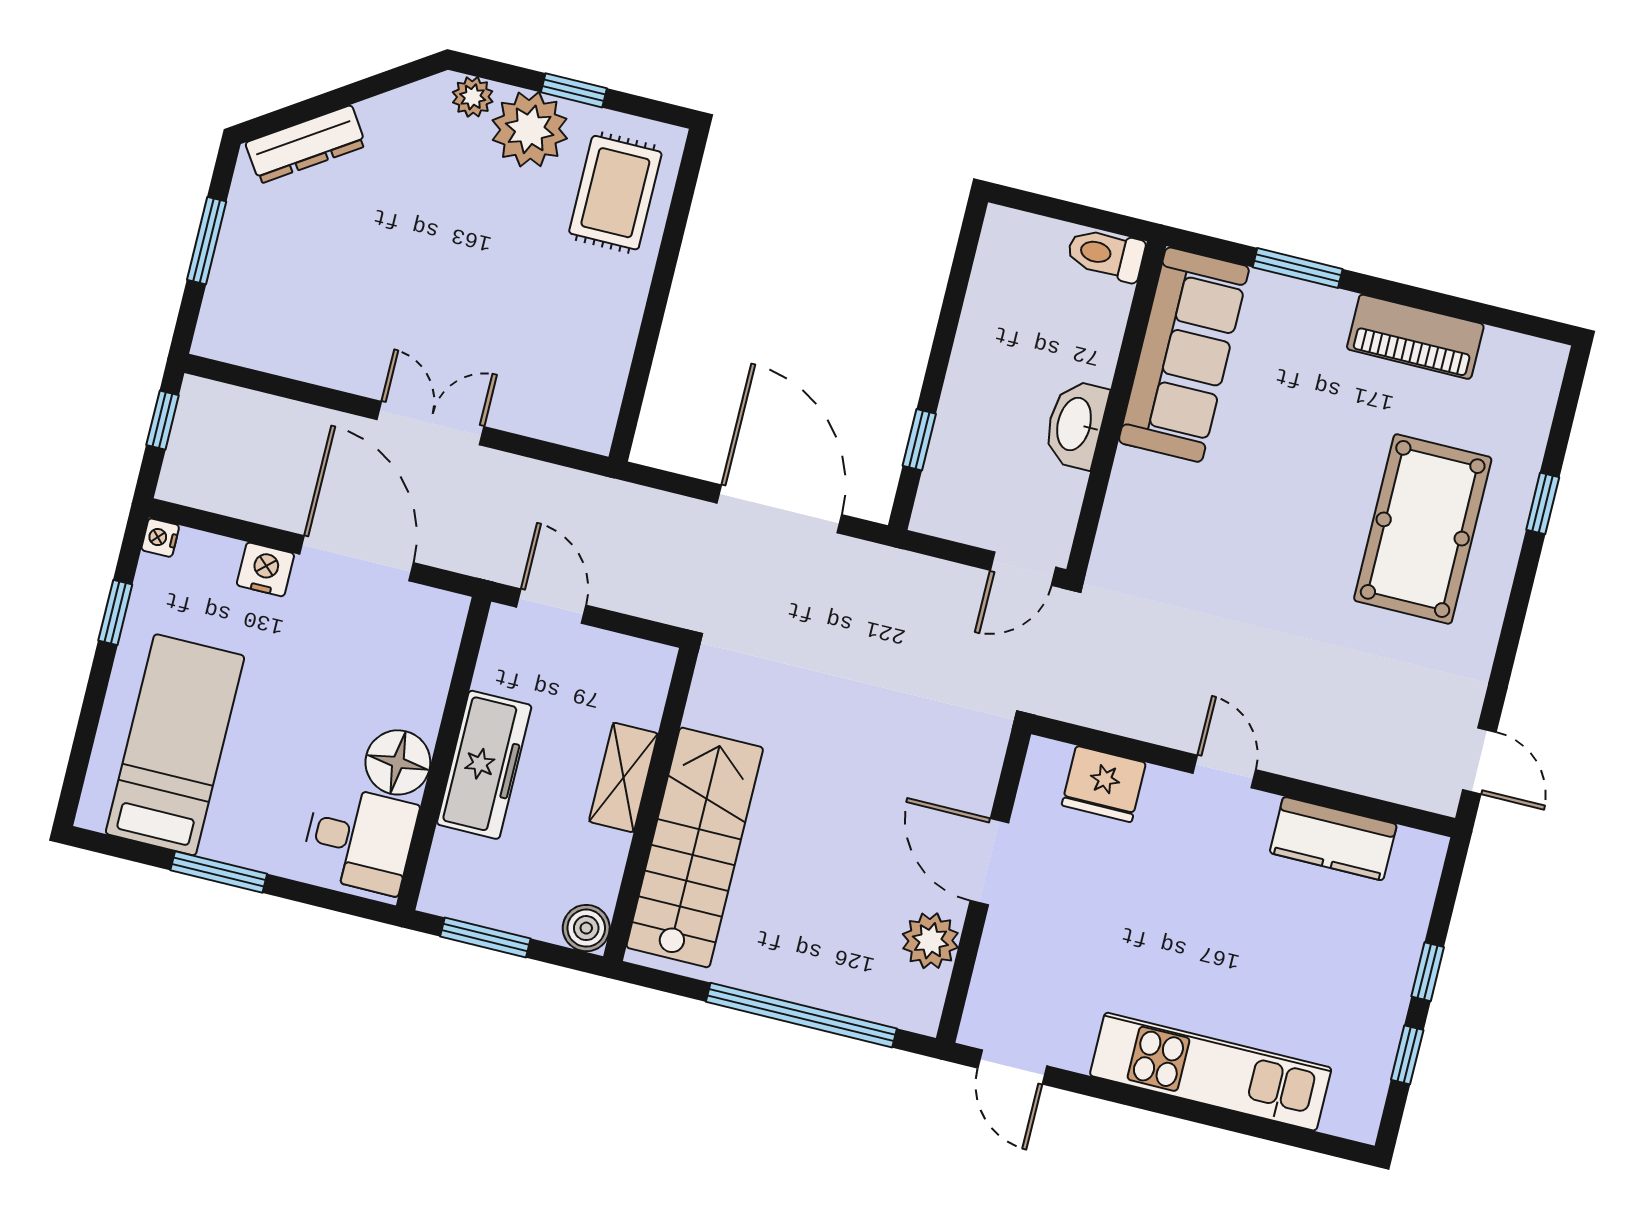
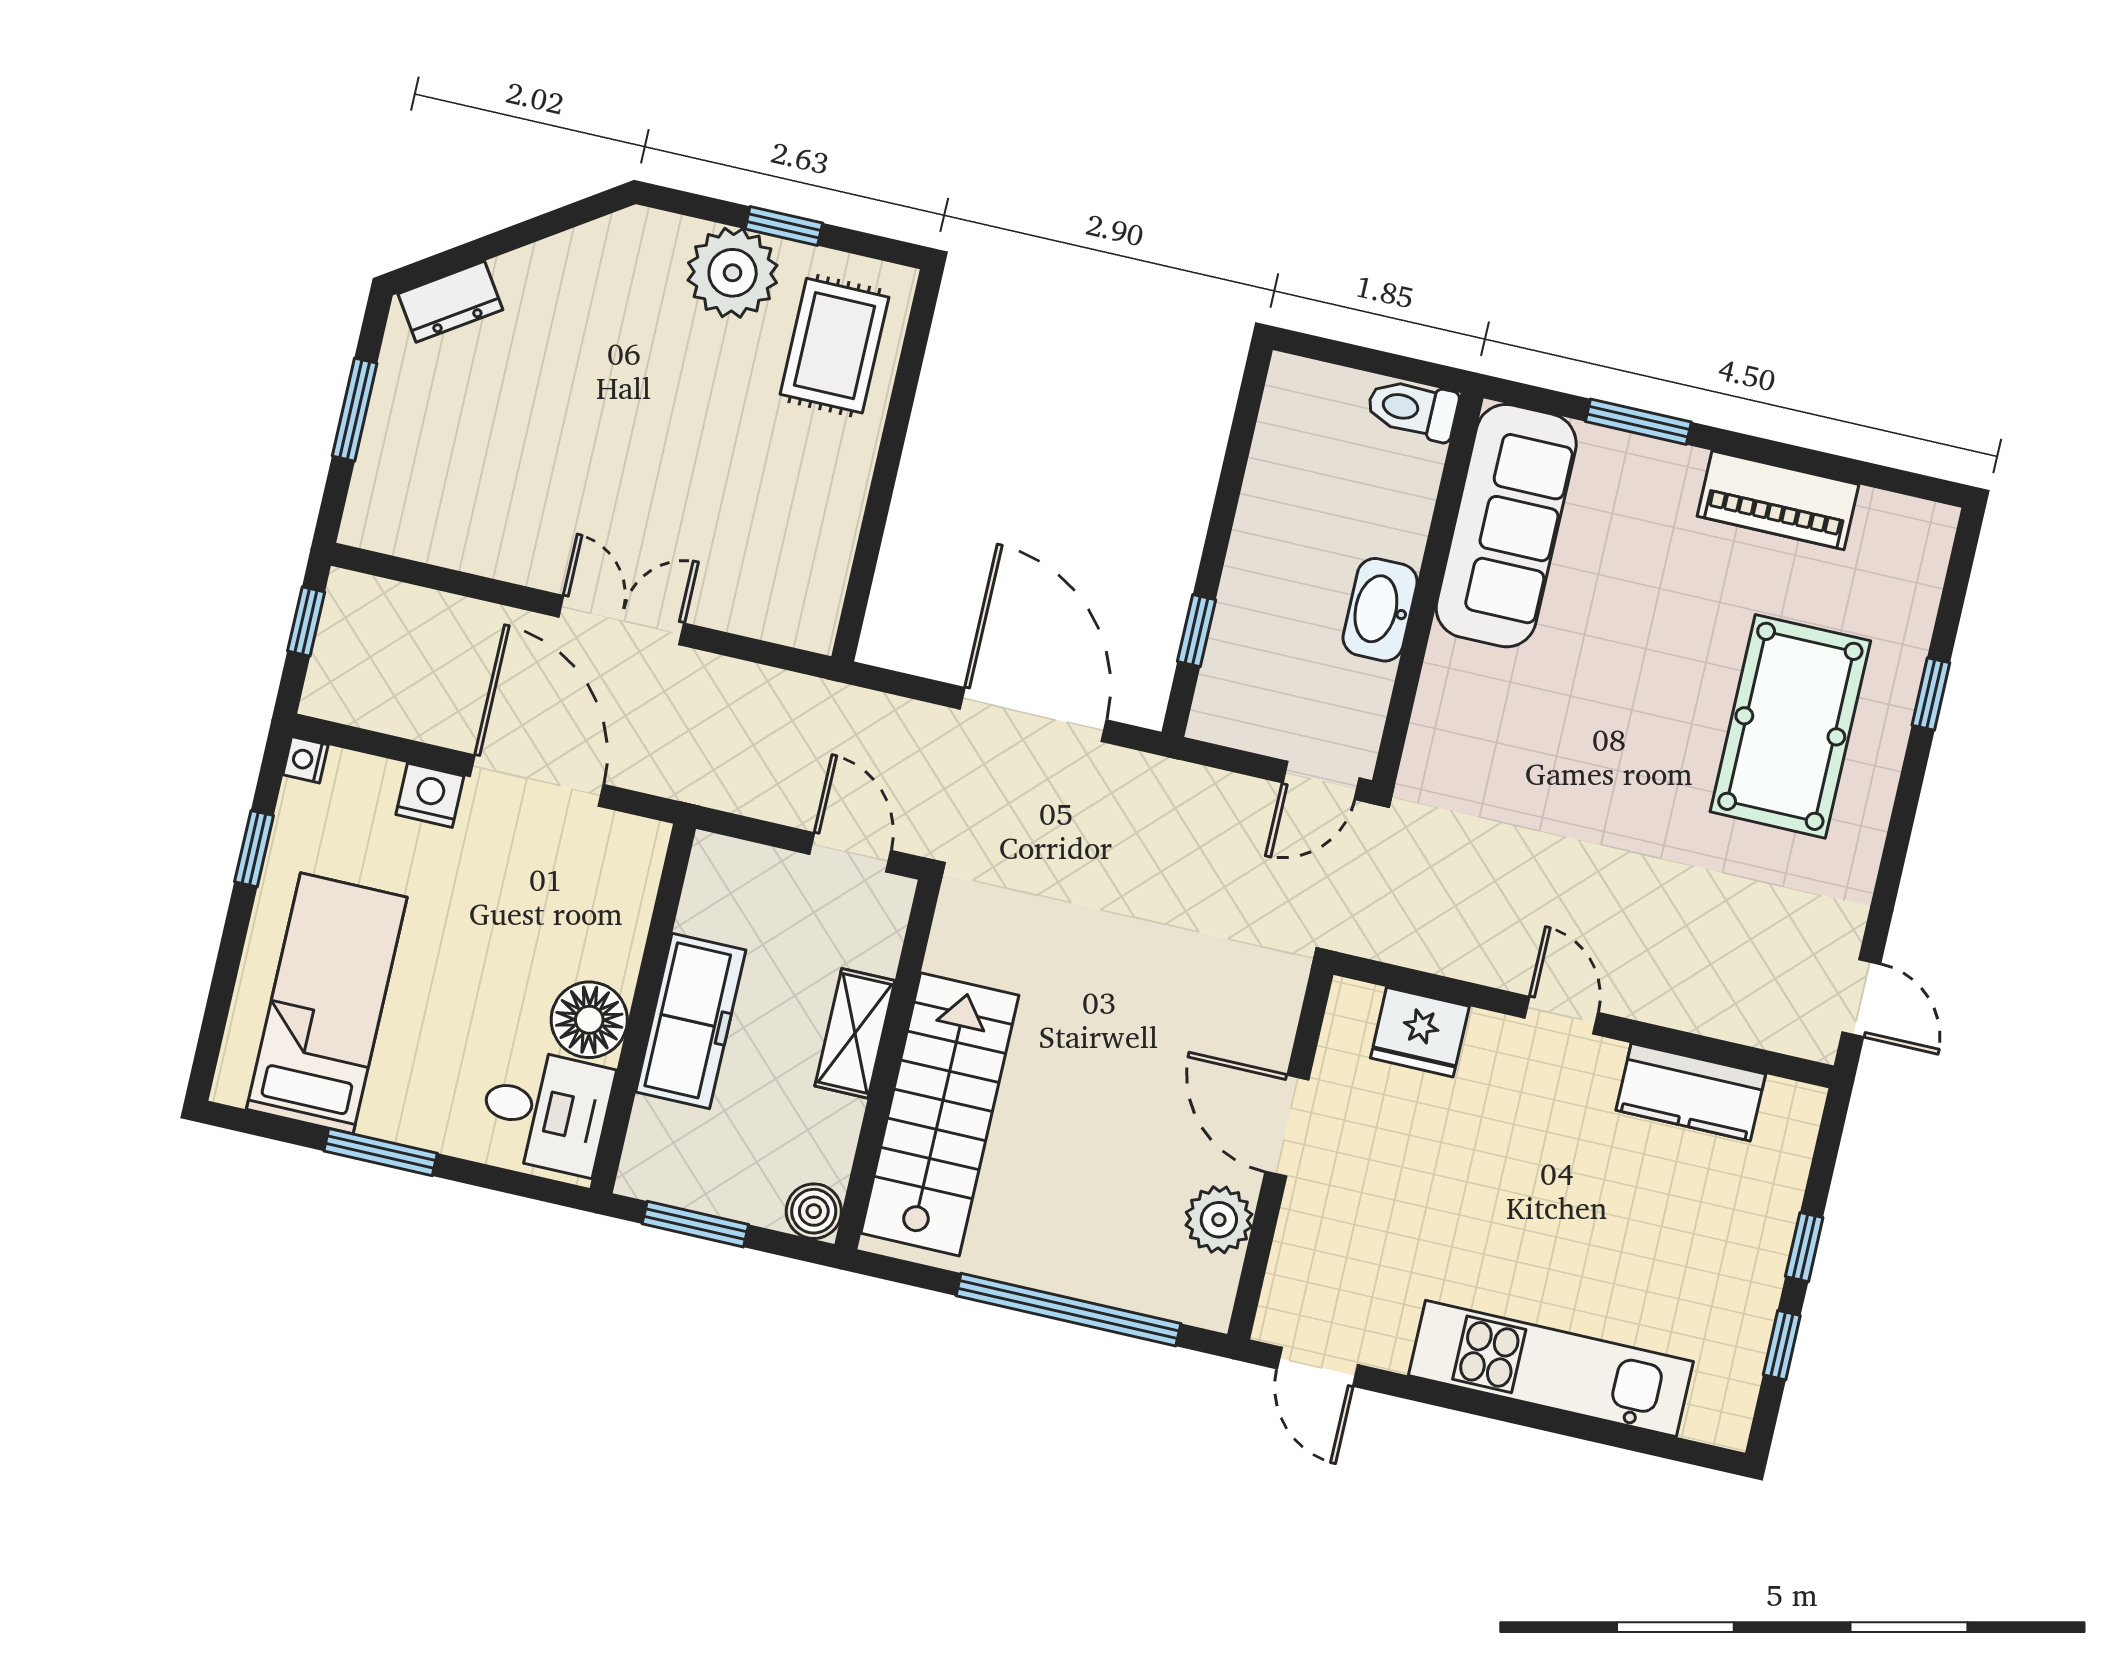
plant: (473, 97) -> (665, 236), removed
dresser: (306, 144) -> (450, 302), width x0.70
door: (551, 606) -> (850, 852), moved

